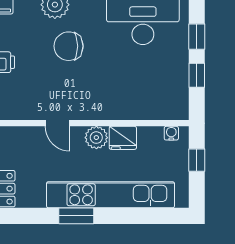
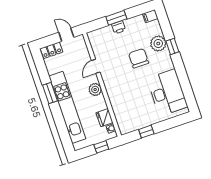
window: (197, 37) -> (167, 125), removed
fridge: (123, 138) -> (105, 118), moved

